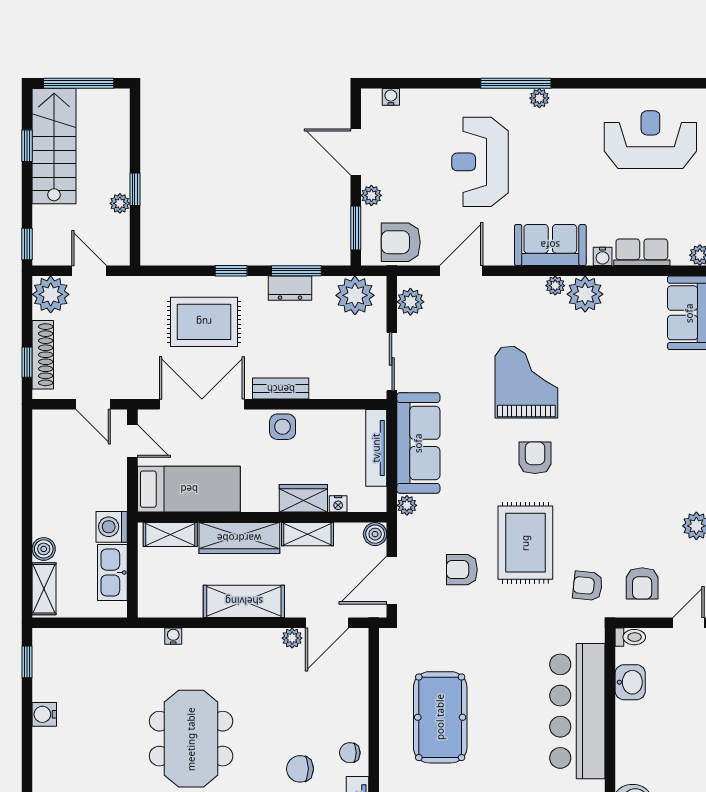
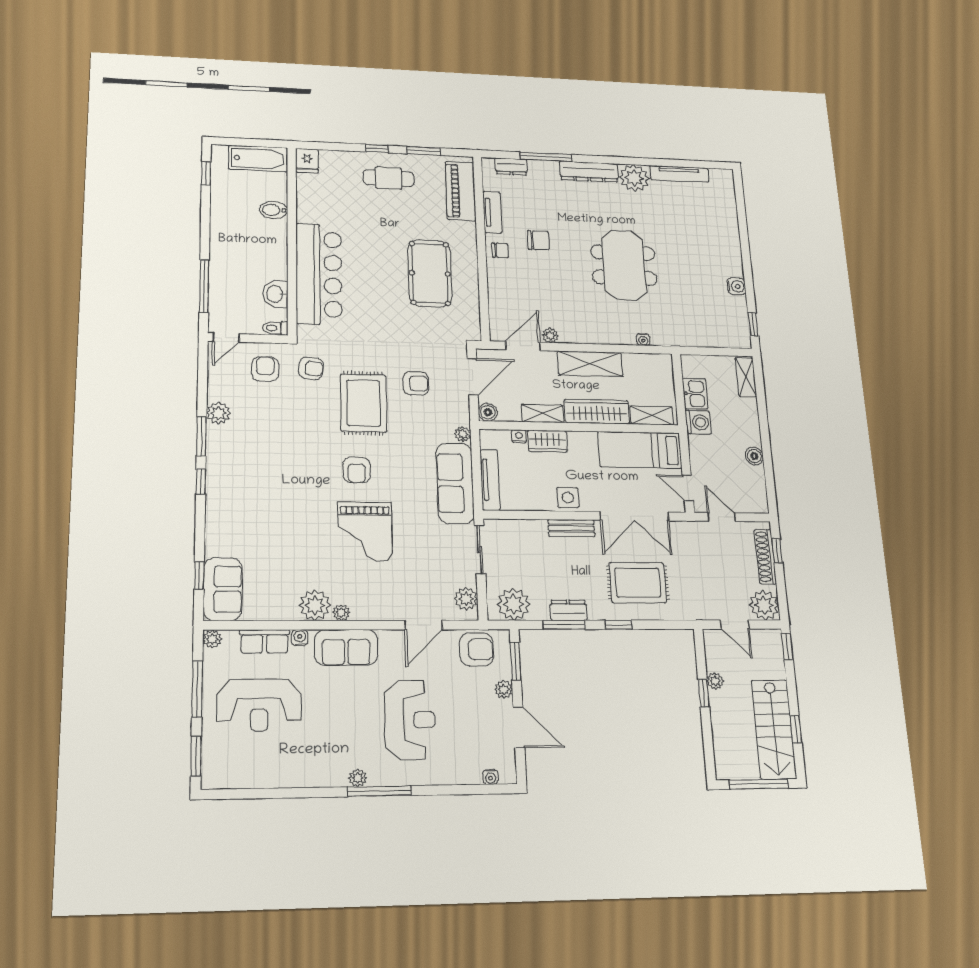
reception desk: (650, 140) -> (259, 705), moved
boiler: (44, 549) -> (754, 456), moved
kitchen sink: (112, 573) -> (695, 394), width x0.73

